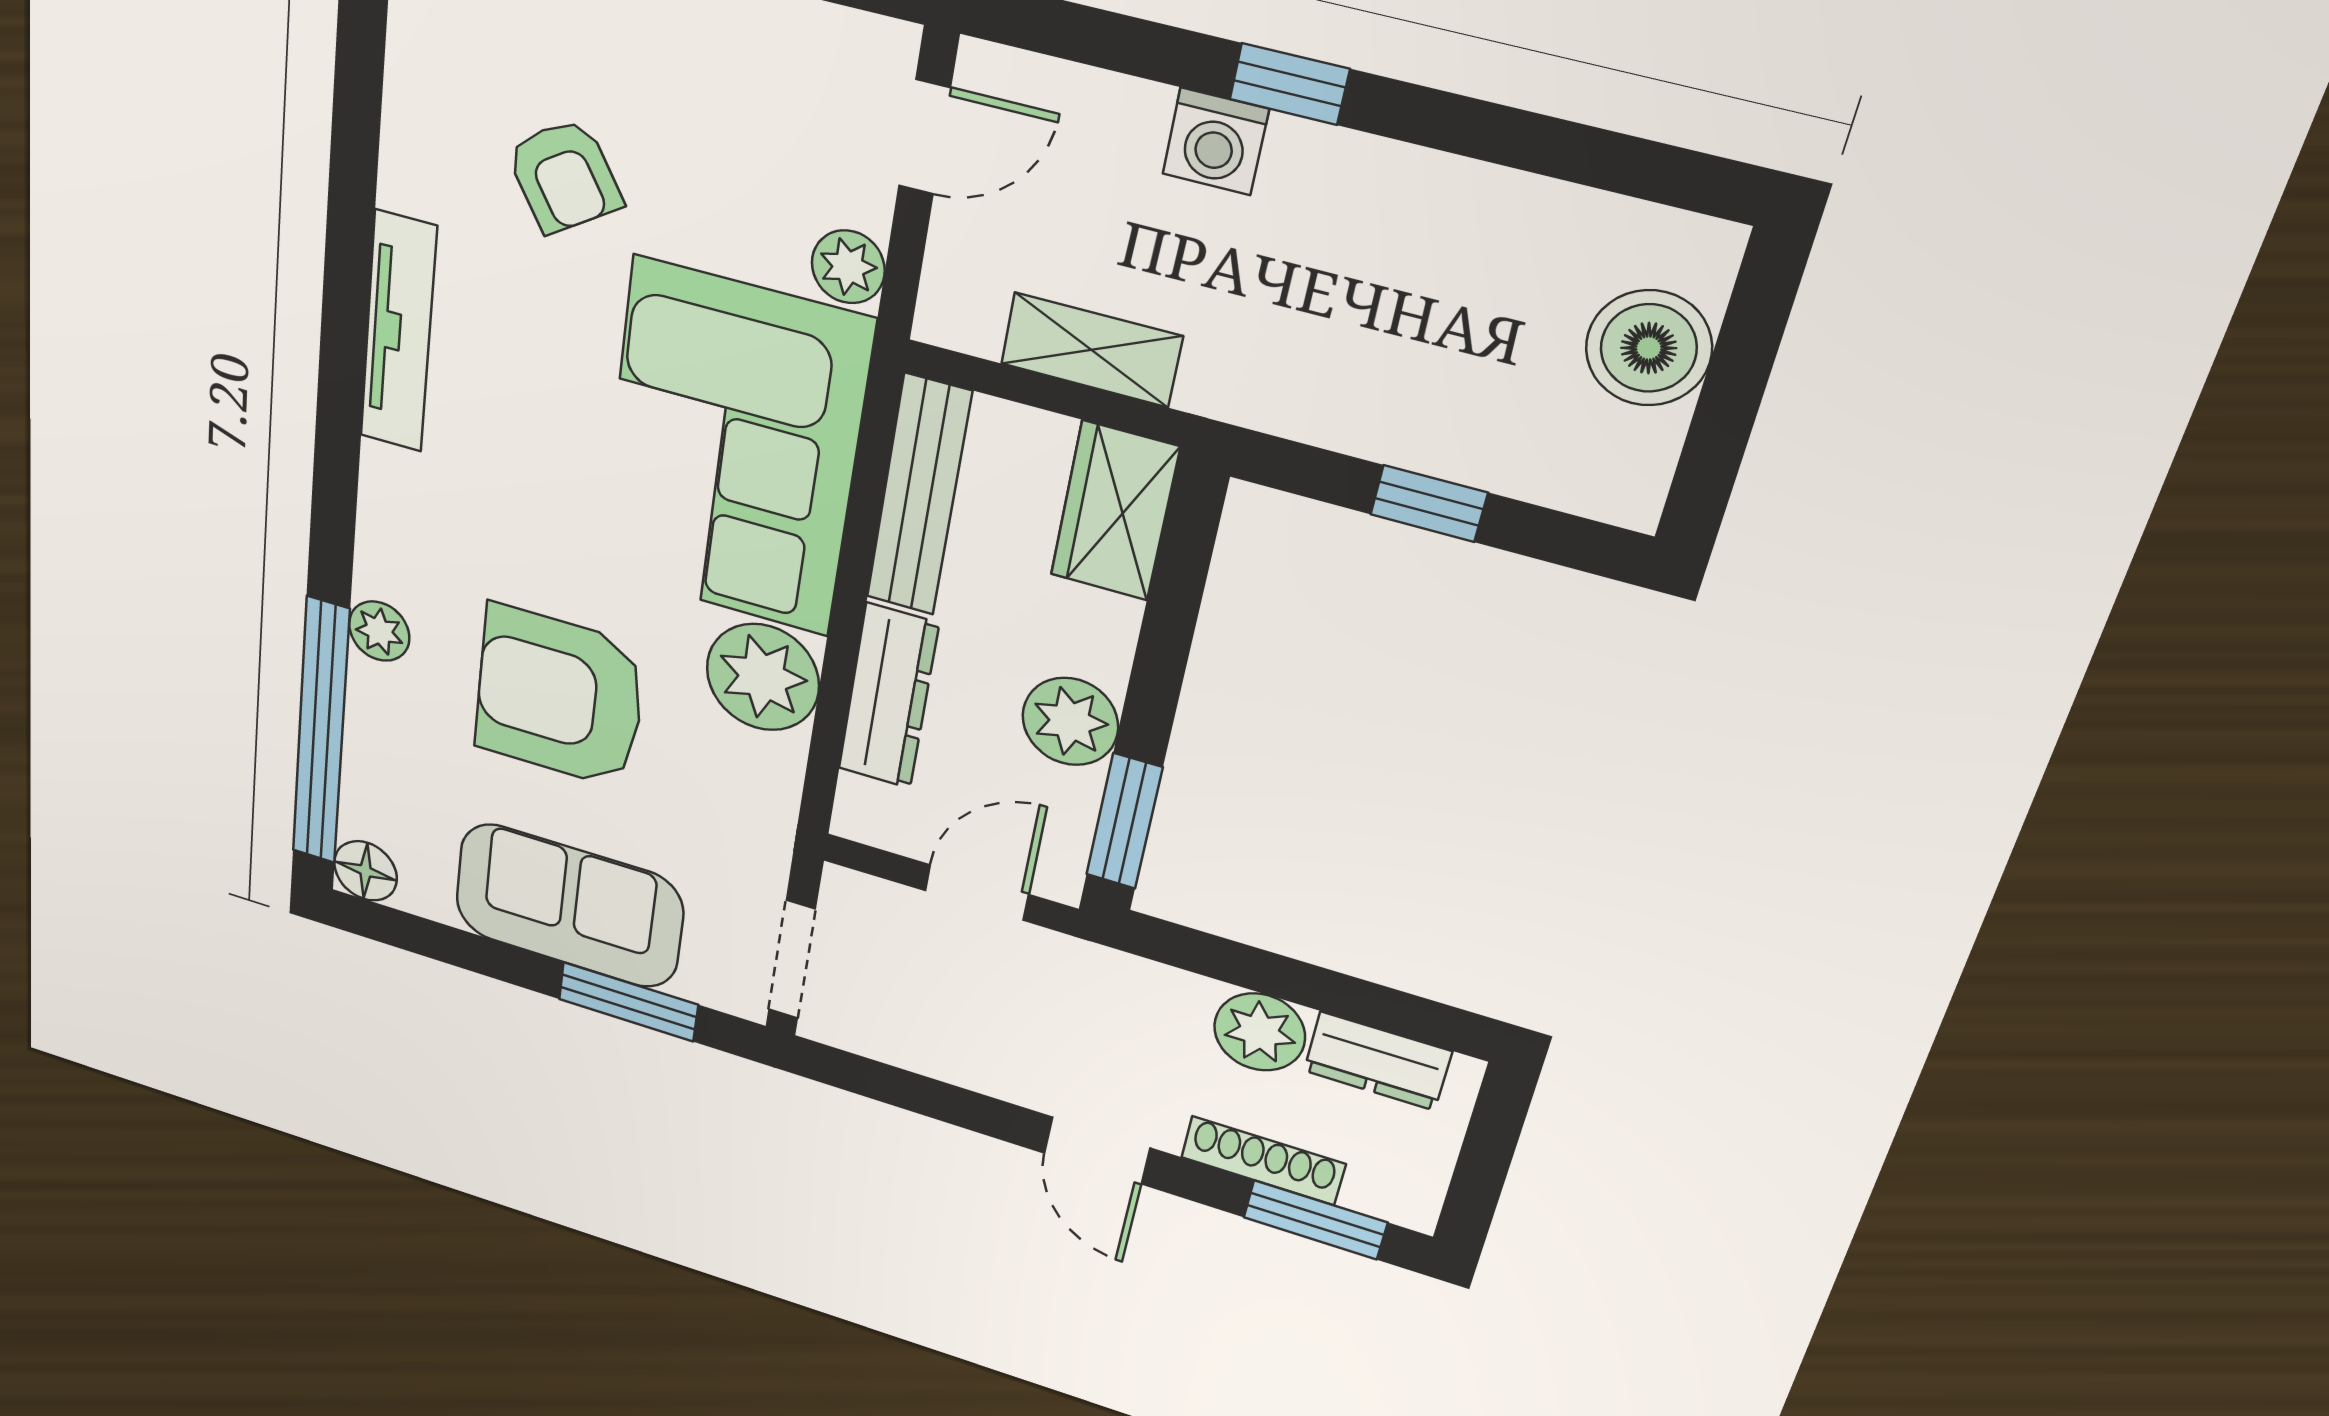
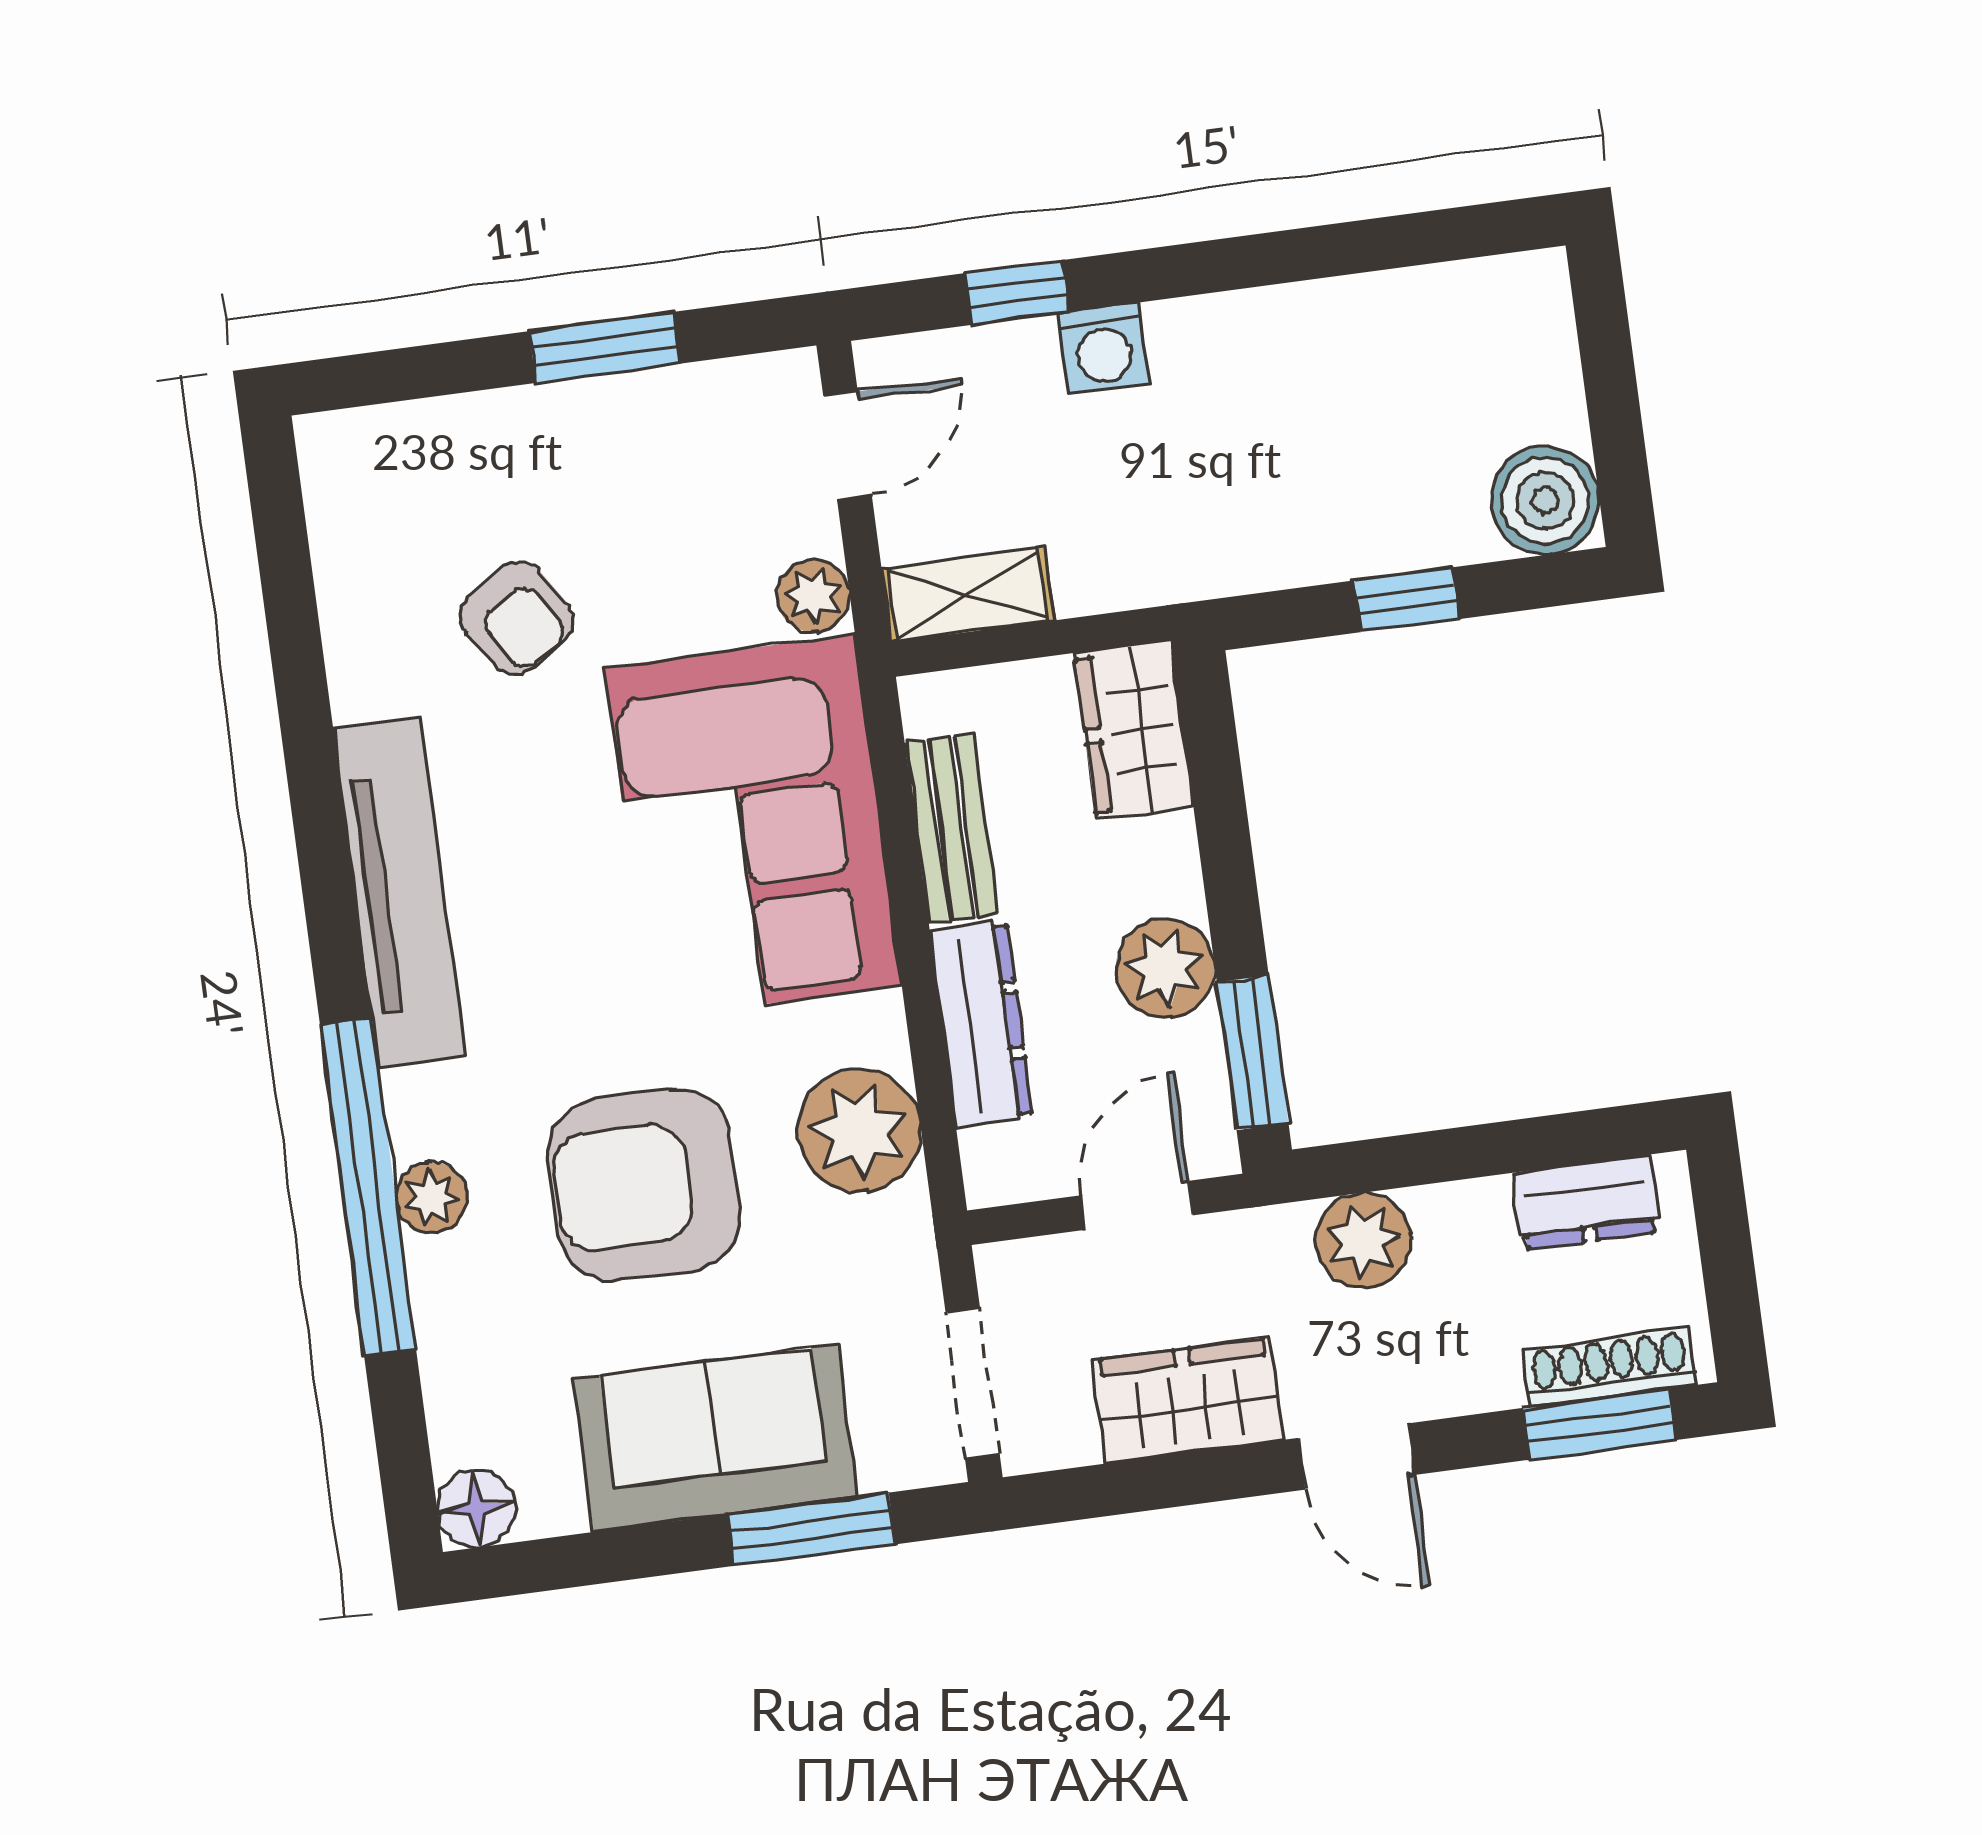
window: (1289, 84) -> (1017, 292), moved
tv unit: (398, 332) -> (399, 892), width x1.36, depth x1.29
boiler: (1649, 348) -> (1545, 500), moved
shelving: (1091, 350) -> (968, 595), moved
bench: (919, 496) -> (951, 828), width x0.73
plant: (763, 677) -> (859, 1131), moved
window: (321, 732) -> (368, 1187), moved
plant: (1260, 1032) -> (1364, 1241), moved
wardrobe: (969, 1050) -> (1188, 1400), added
shoe rack: (1263, 1161) -> (1609, 1368), moved

